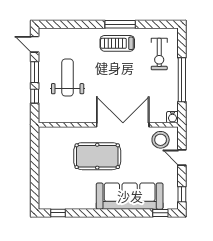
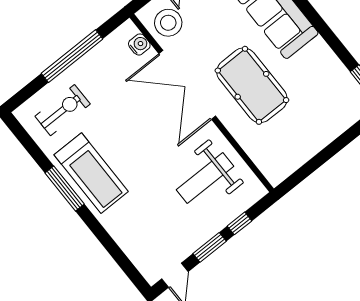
treadmill: (117, 43) -> (91, 173), width x1.37, depth x1.38
weight bench: (68, 78) -> (205, 178), moved
water cooler: (172, 117) -> (139, 44), moved

